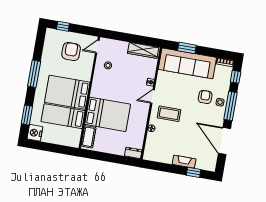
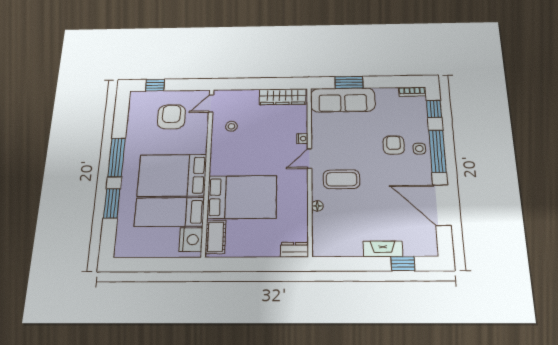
sofa: (187, 63) -> (343, 100), width x0.74, depth x0.79
window: (27, 115) -> (112, 203), moved
nightstand: (35, 133) -> (191, 240), moved, turned 180

